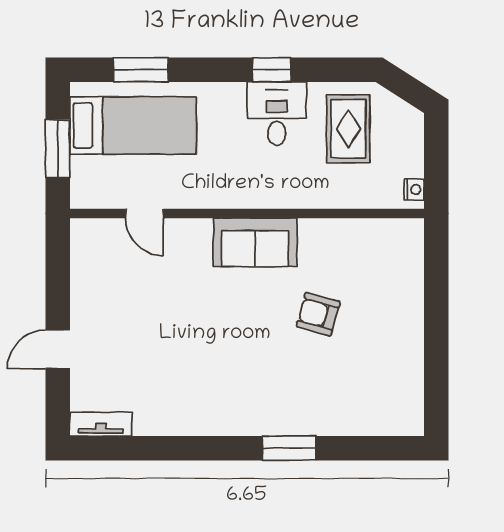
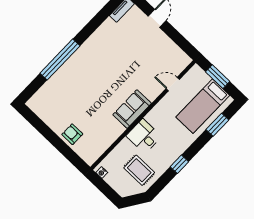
desk: (277, 114) -> (144, 136), moved, turned 180
armchair: (318, 314) -> (72, 134), moved, turned -106
window: (289, 448) -> (60, 59), width x2.11

